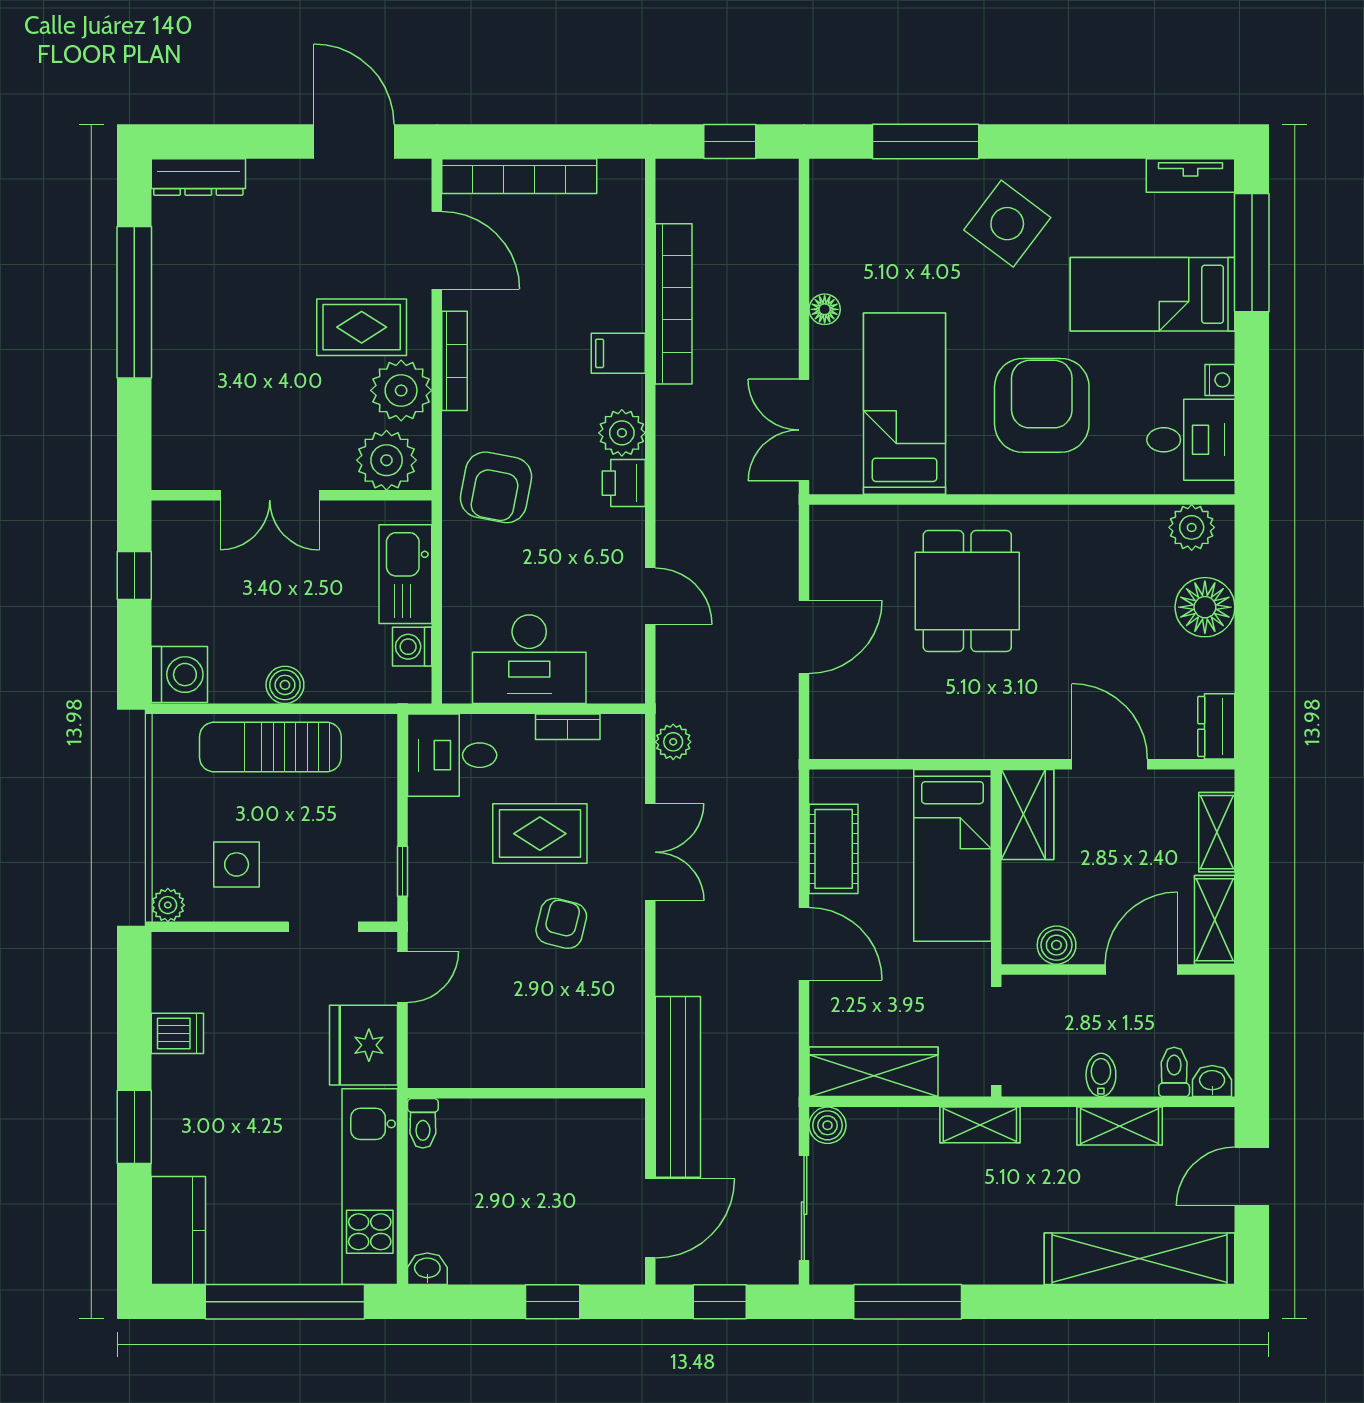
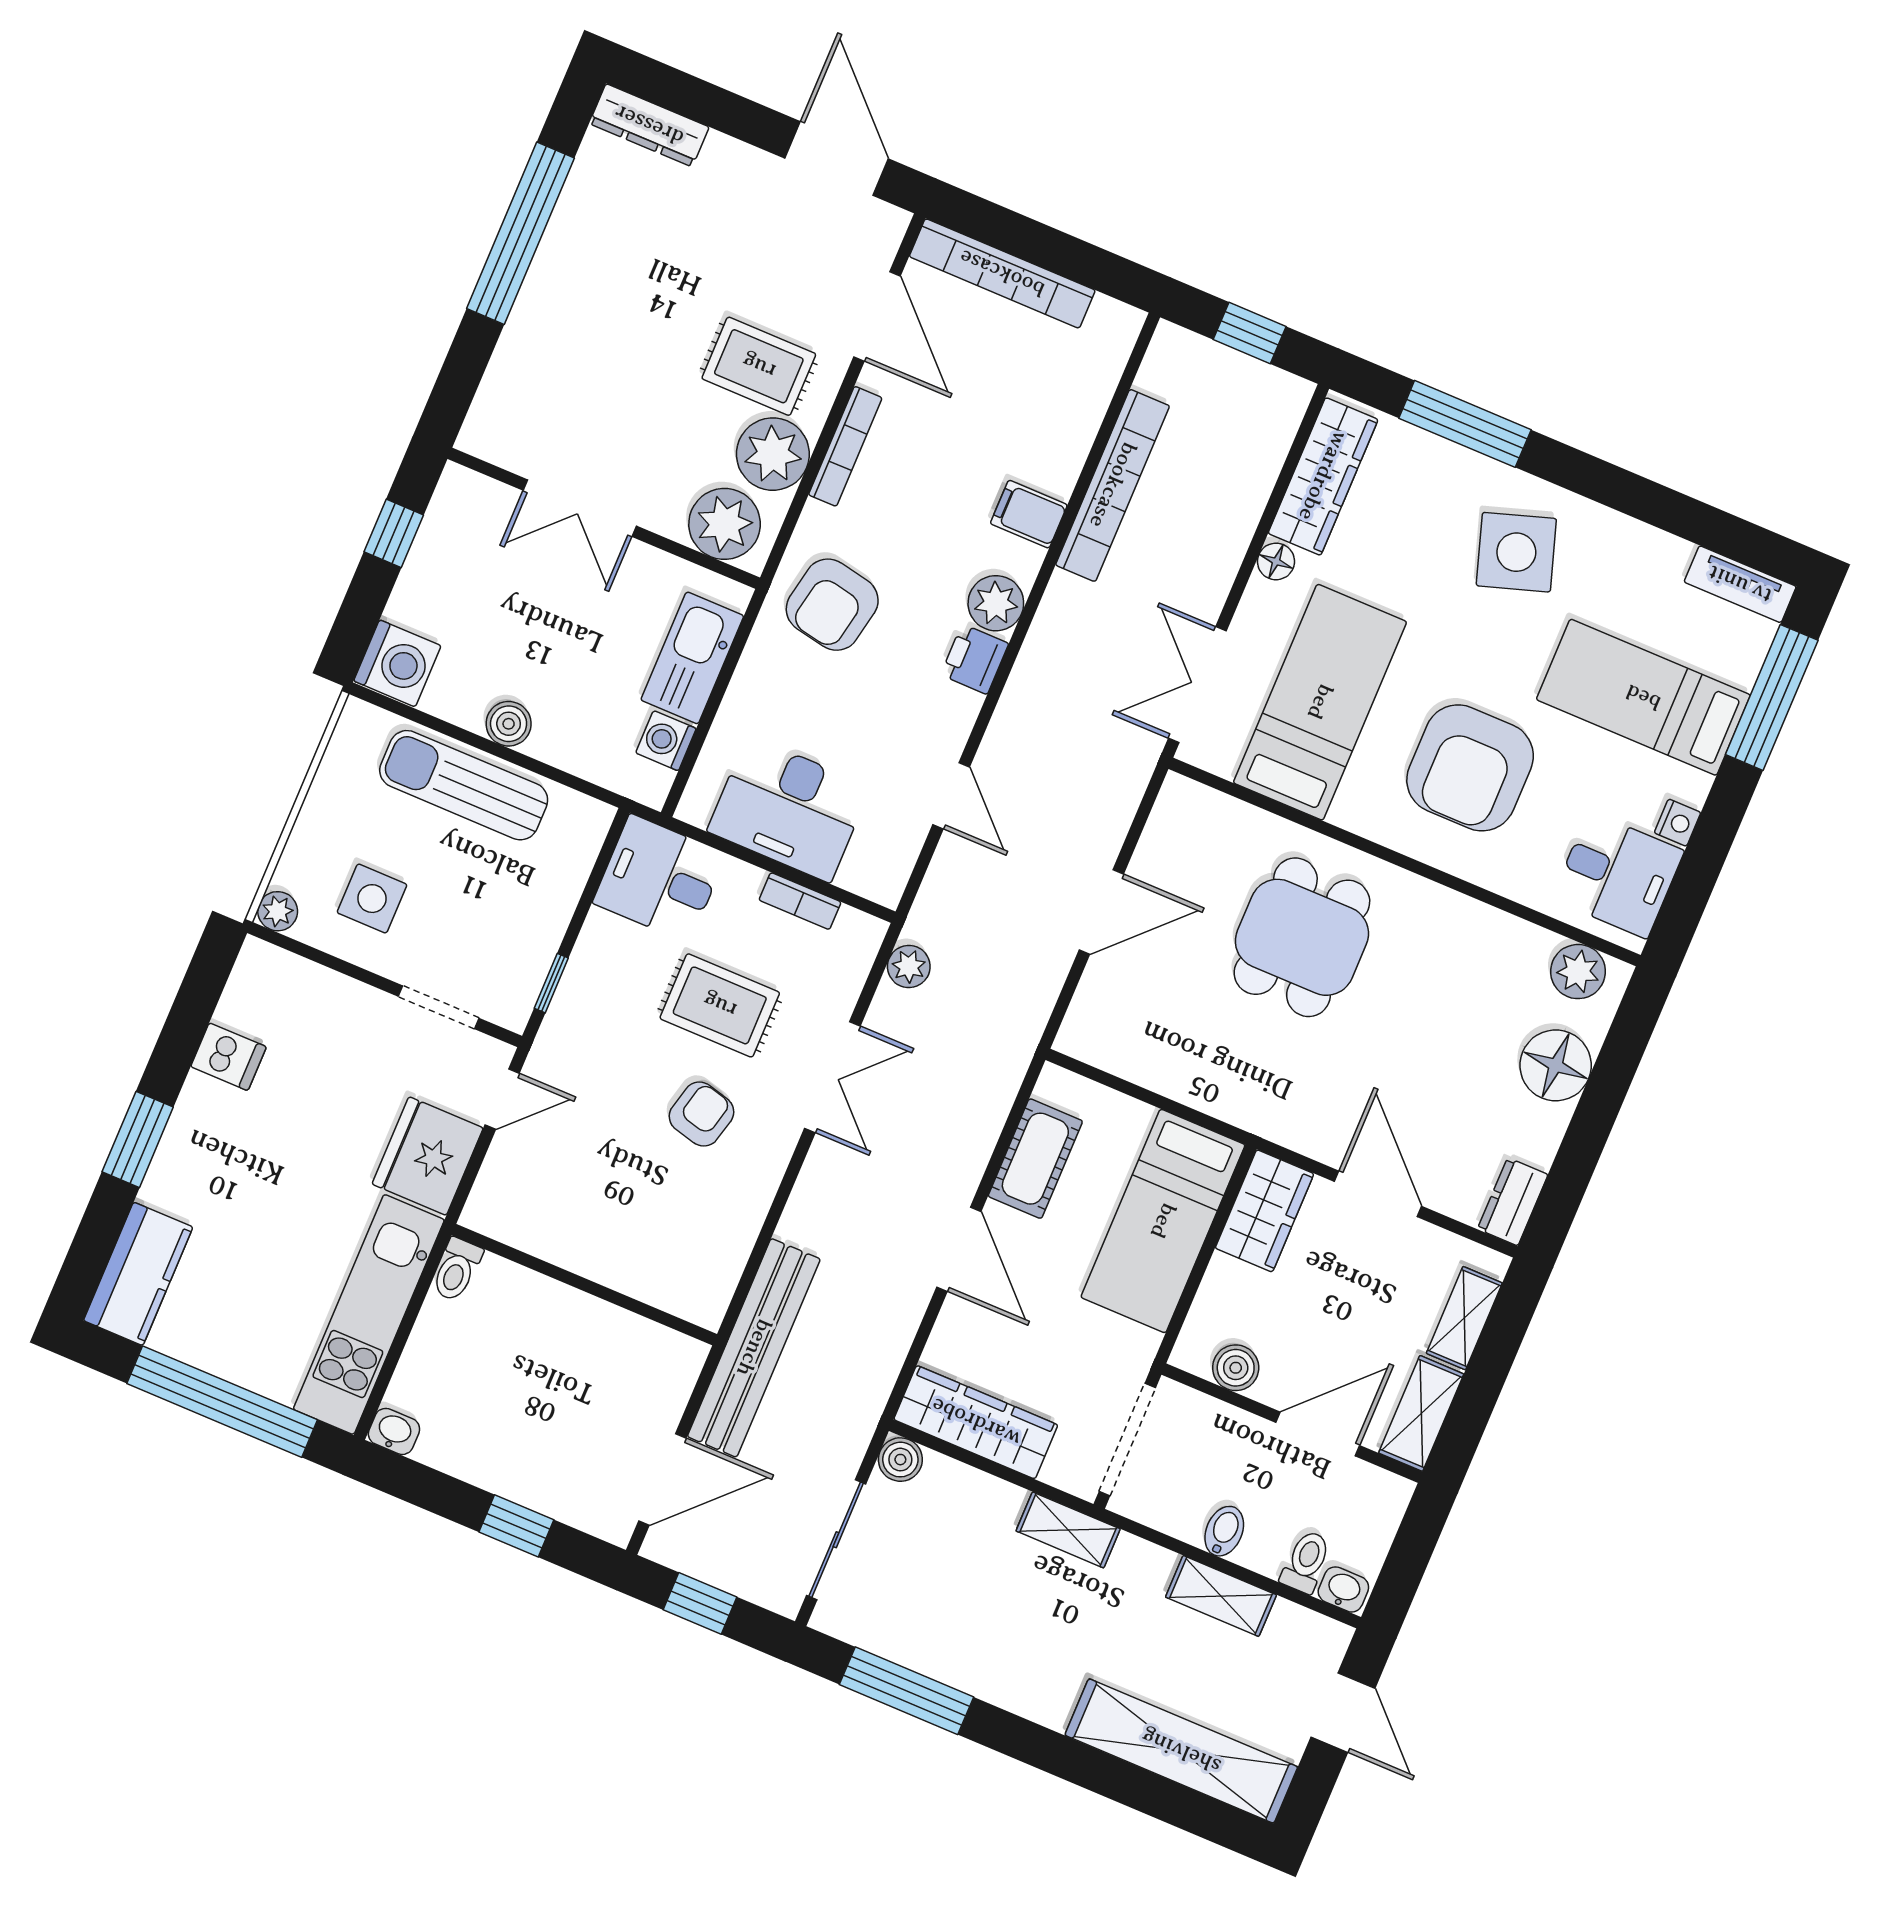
side table: (1007, 224) -> (1516, 552), turned 35
wardrobe: (833, 228) -> (1323, 476), added
armchair: (1042, 405) -> (1470, 768), turned 180
door: (1252, 1176) -> (1343, 1713), swing flipped

